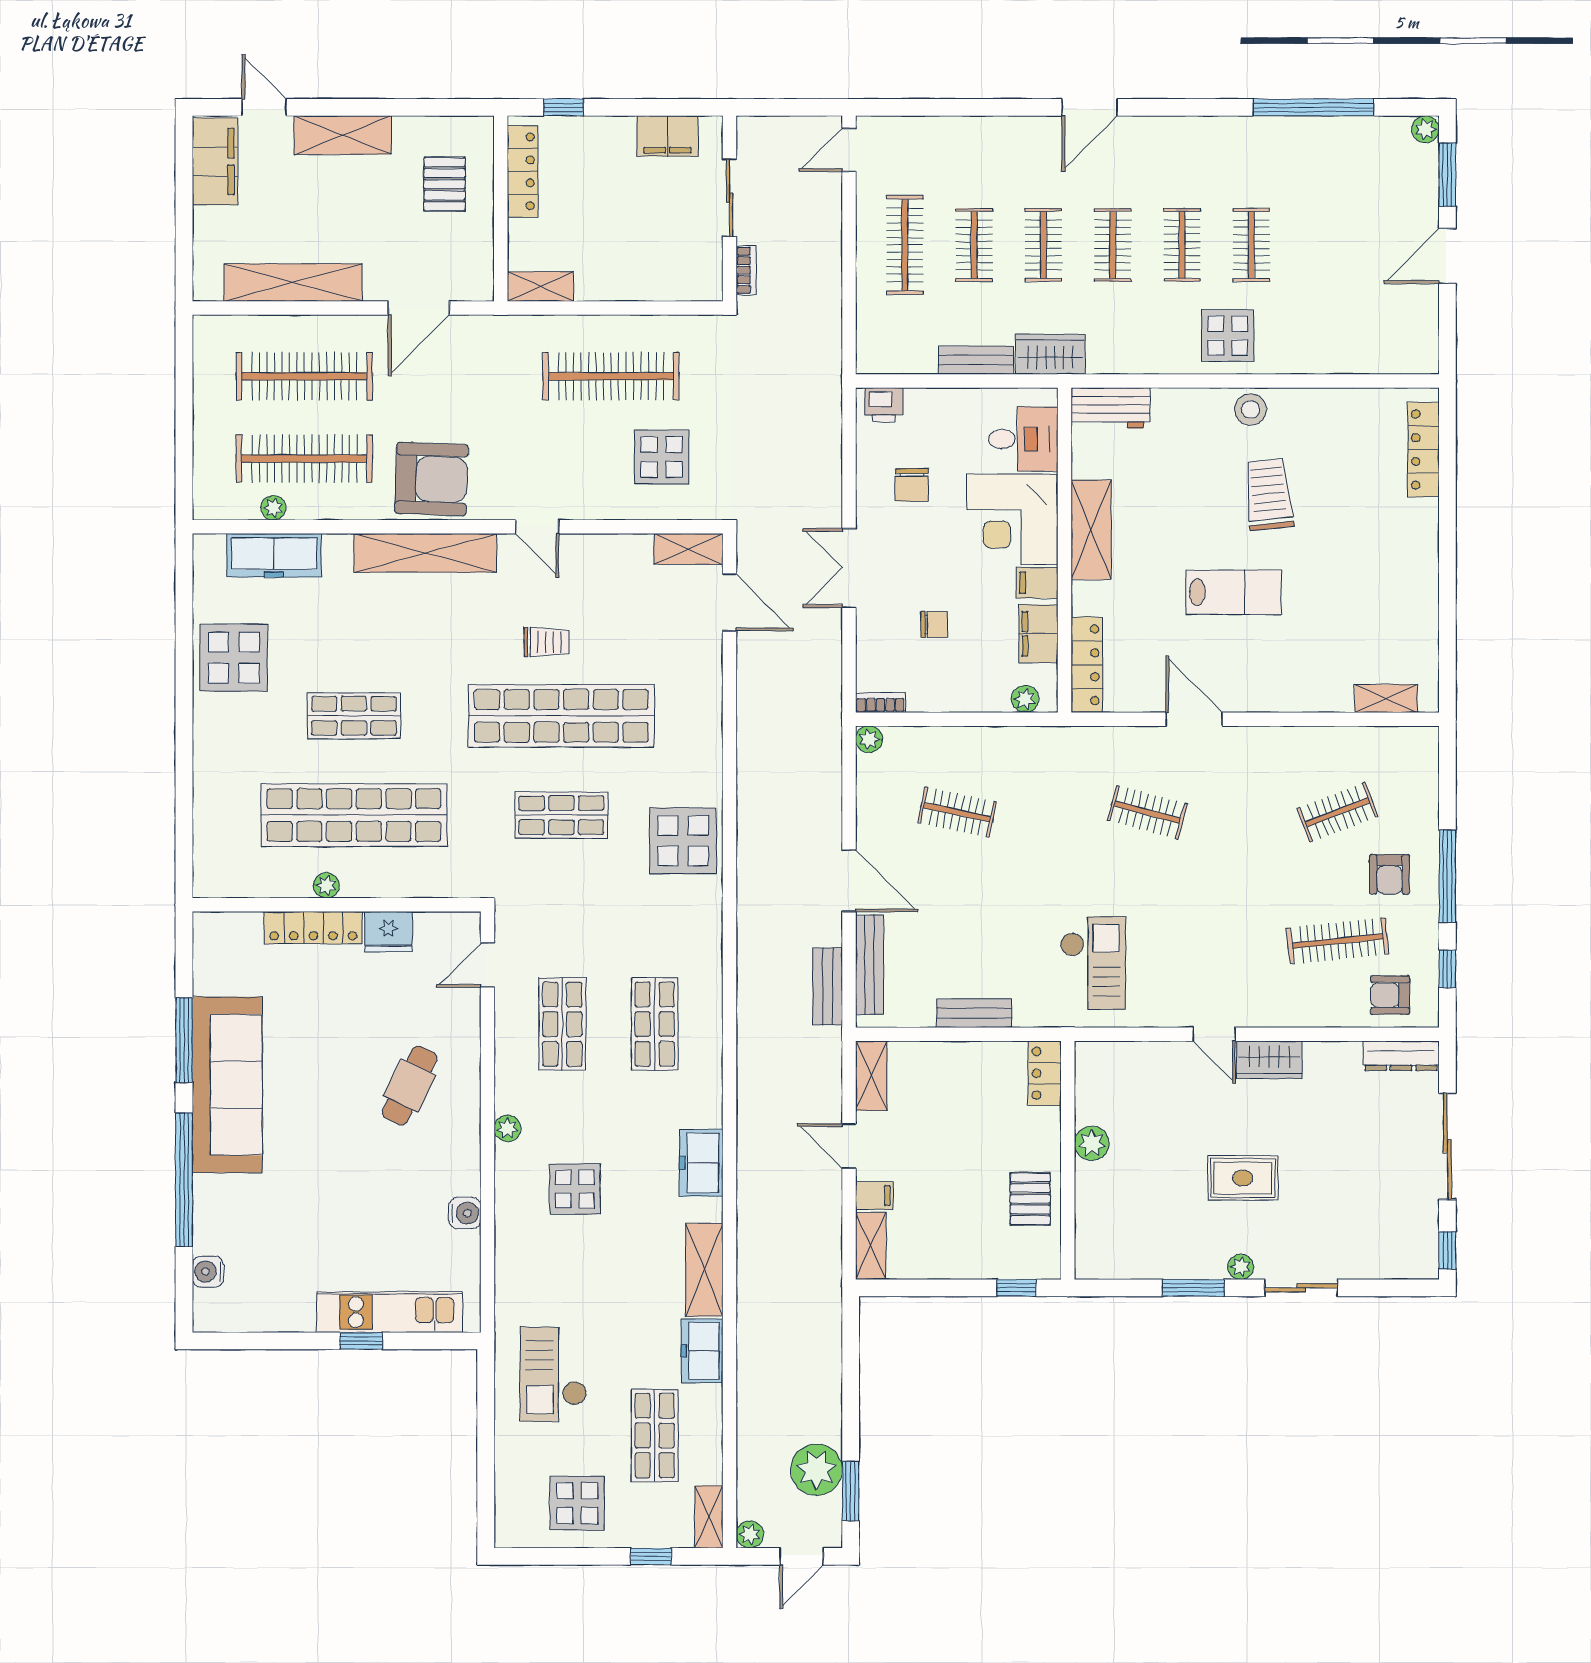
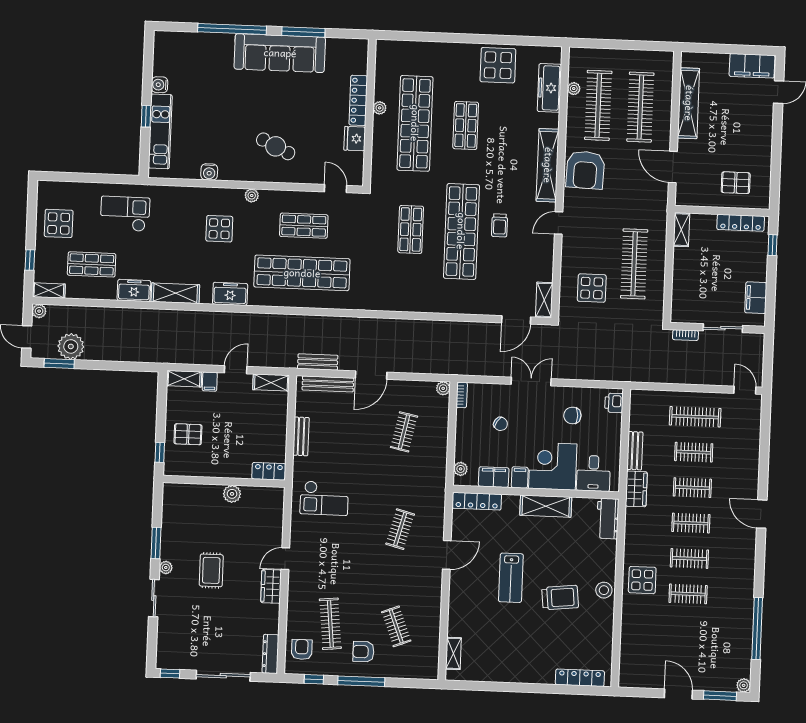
shelving: (343, 135) -> (763, 132), removed
chair: (934, 624) -> (501, 424), turned -57
display table: (683, 841) -> (395, 291), removed
shop shelf: (655, 1024) -> (302, 273), width x2.00, depth x1.36
pallet: (1030, 1199) -> (188, 434), moved
water cooler: (208, 1272) -> (160, 85), moved, turned -90

